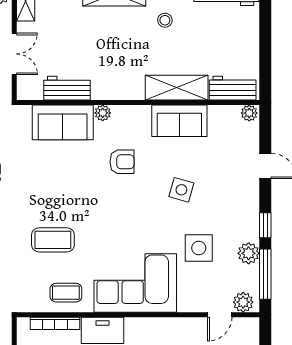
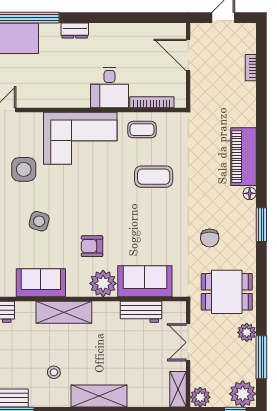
shelving: (177, 88) -> (64, 312), moved
plant: (103, 113) -> (103, 283), width x1.87, depth x1.87

